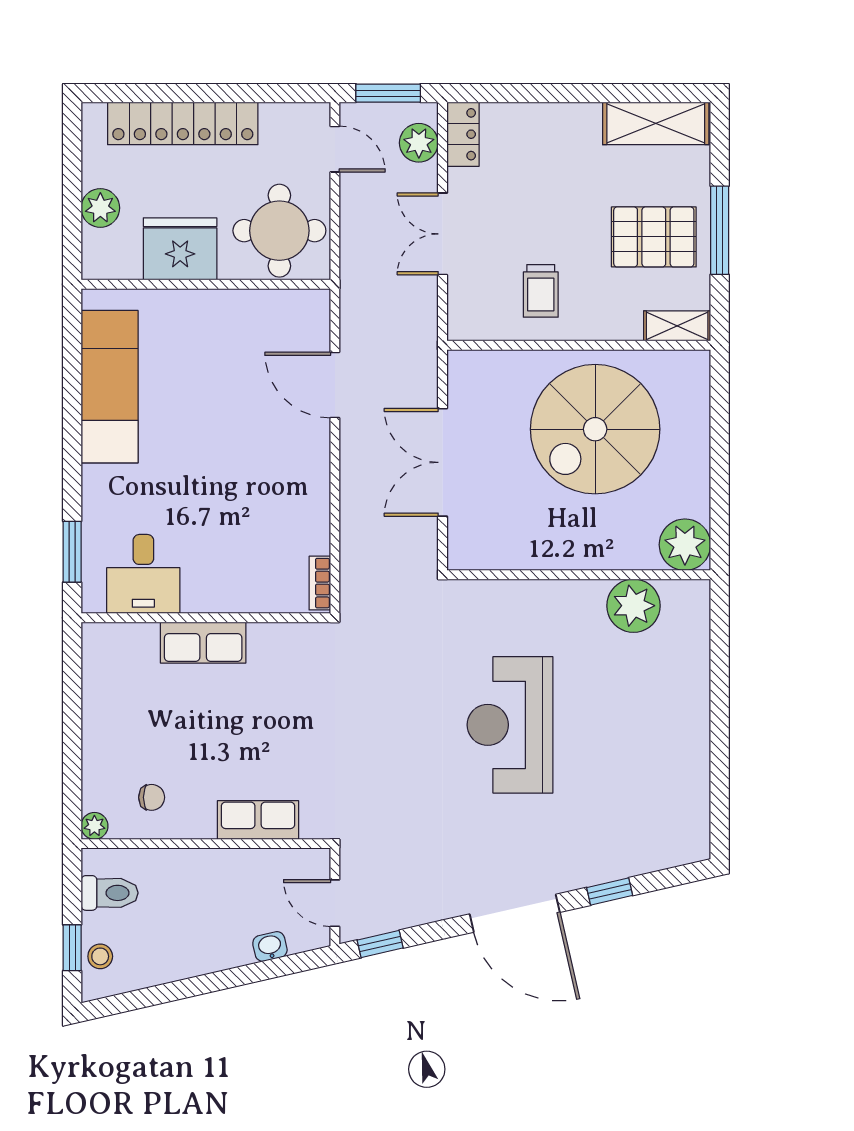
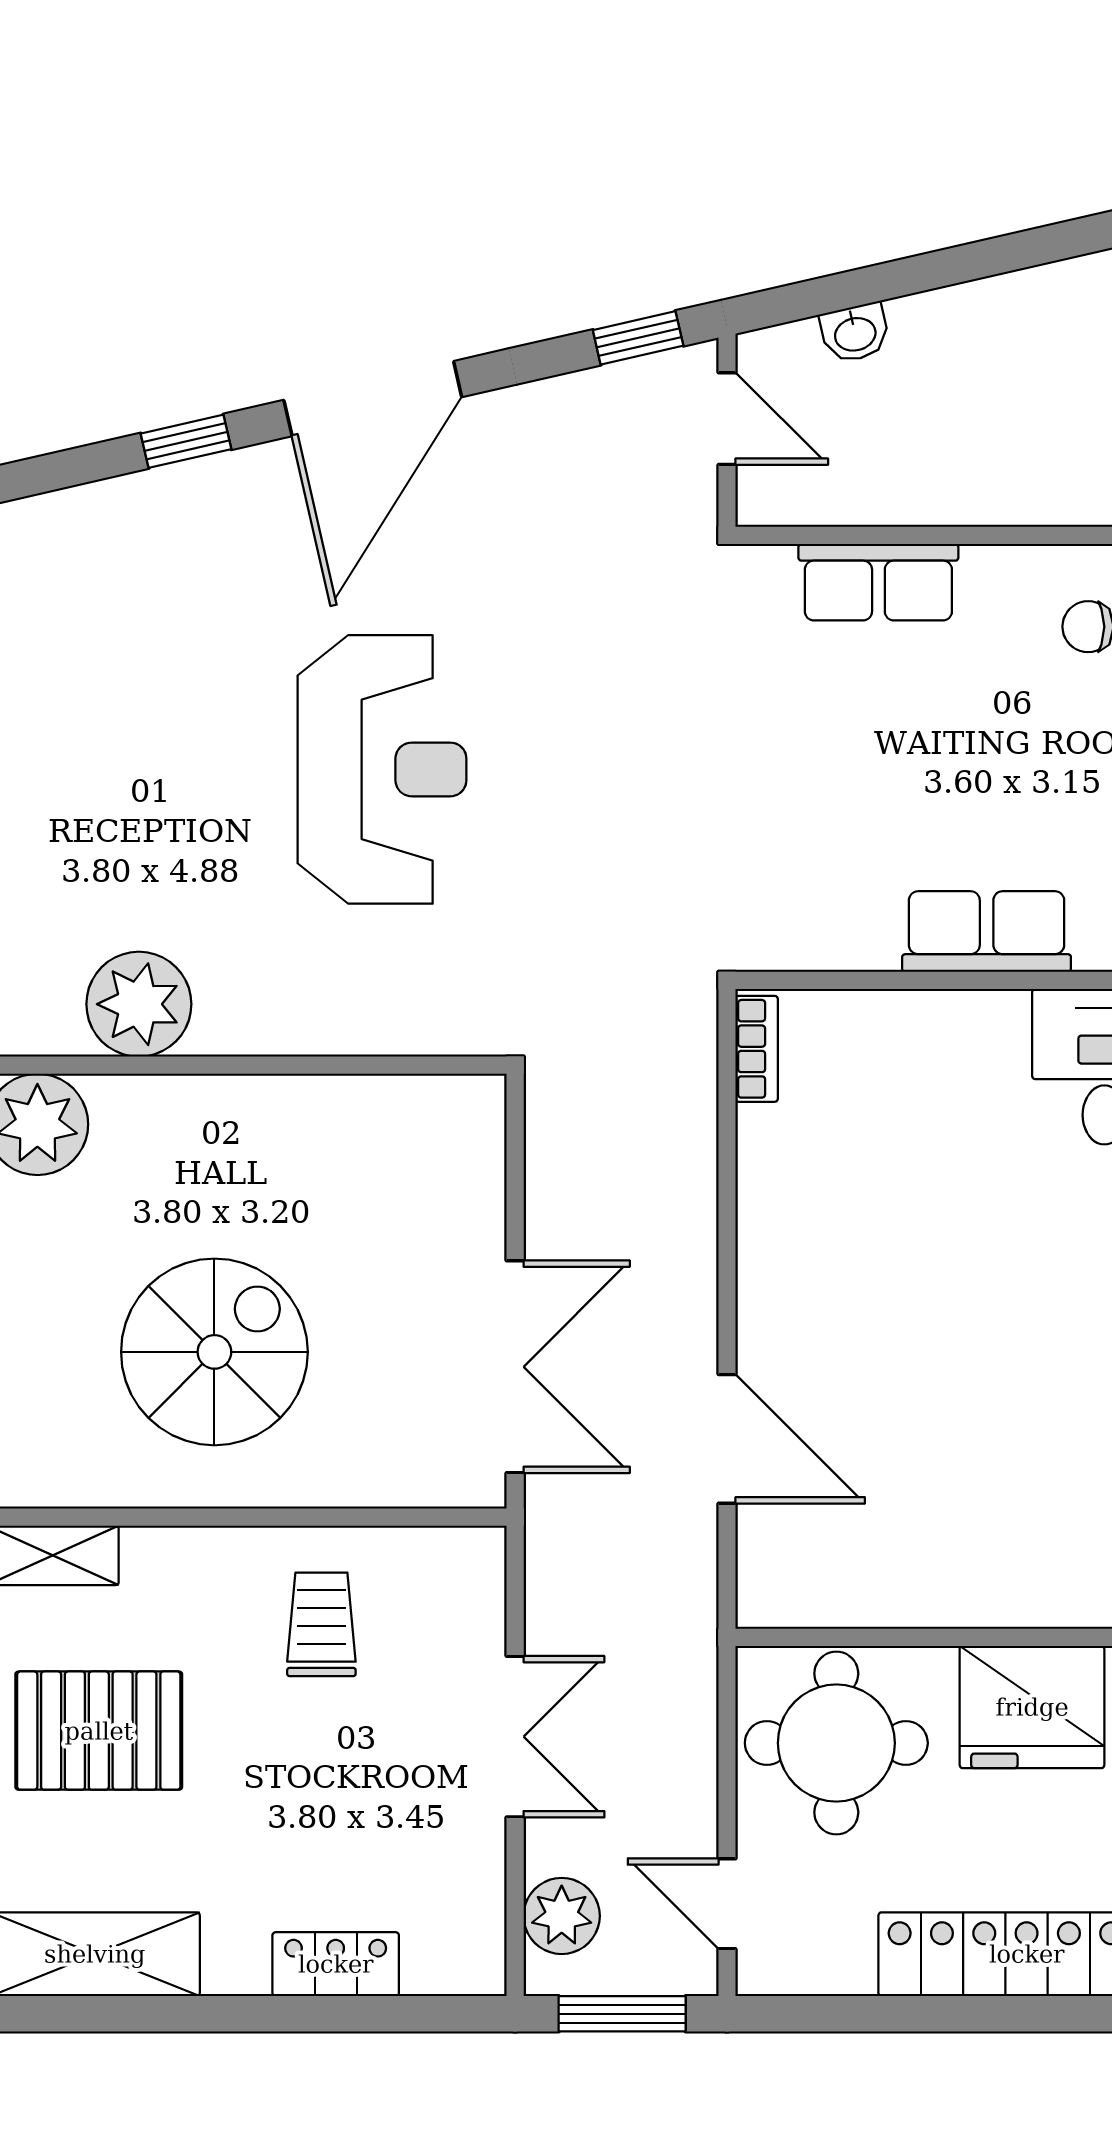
locker: (463, 134) -> (336, 1964), moved, turned 90
spiral stairs: (595, 429) -> (214, 1352), width x0.73, depth x0.73
double door: (442, 462) -> (515, 1367), moved
door: (515, 913) -> (373, 399), swing flipped

